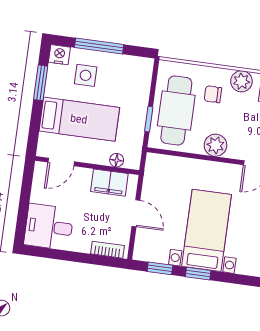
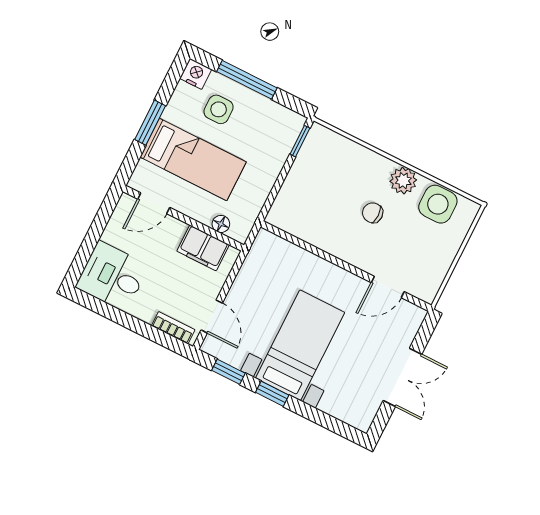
window: (41, 83) -> (150, 123), moved
chair: (213, 94) -> (373, 213), moved
cafe table: (176, 110) -> (313, 189), removed
window: (149, 119) -> (300, 141), moved
plant: (215, 145) -> (346, 247), removed
door: (136, 213) -> (212, 317), moved

